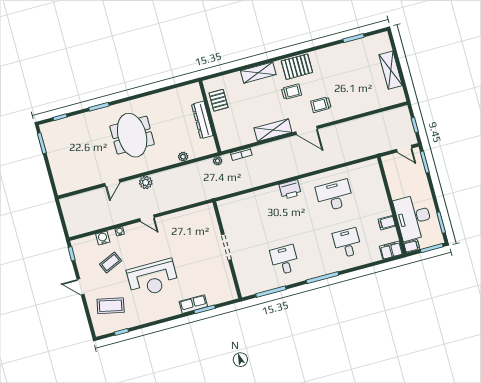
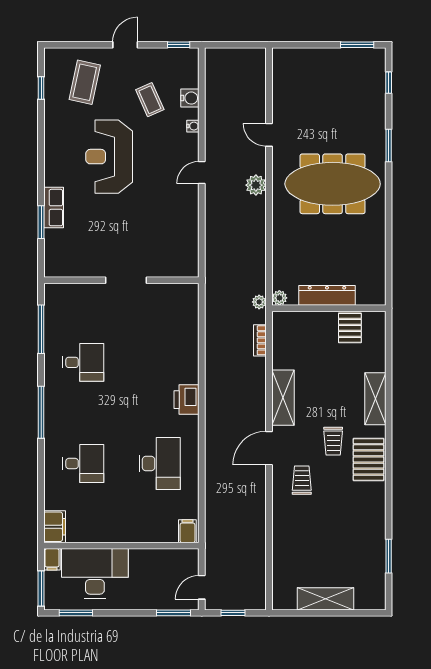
pallet: (219, 100) -> (350, 328), turned 90
meeting table: (132, 135) -> (333, 184), width x1.36
plant: (183, 157) -> (279, 298), moved
filing cabinet: (387, 223) -> (187, 531), moved

